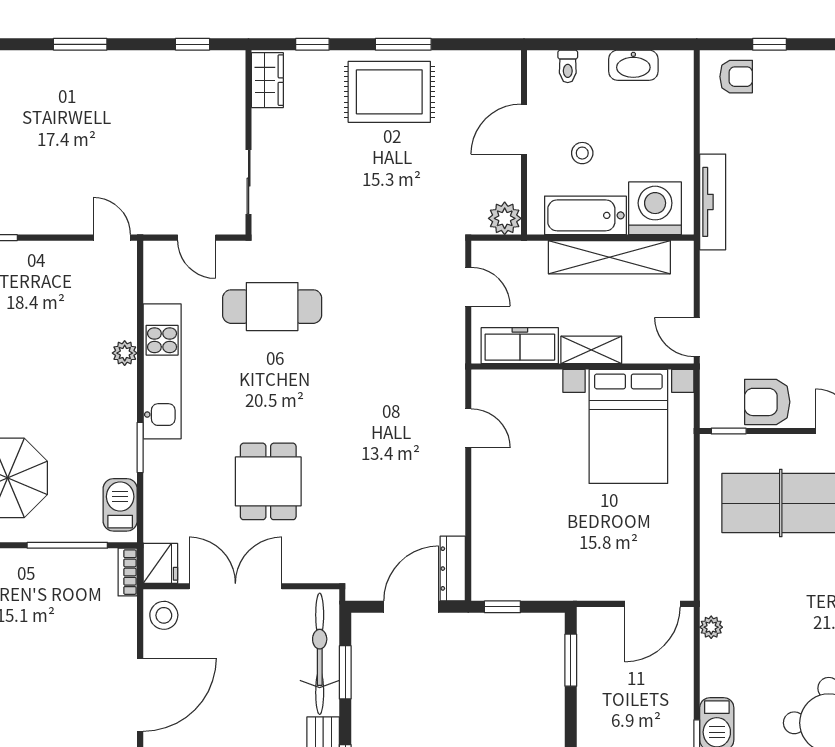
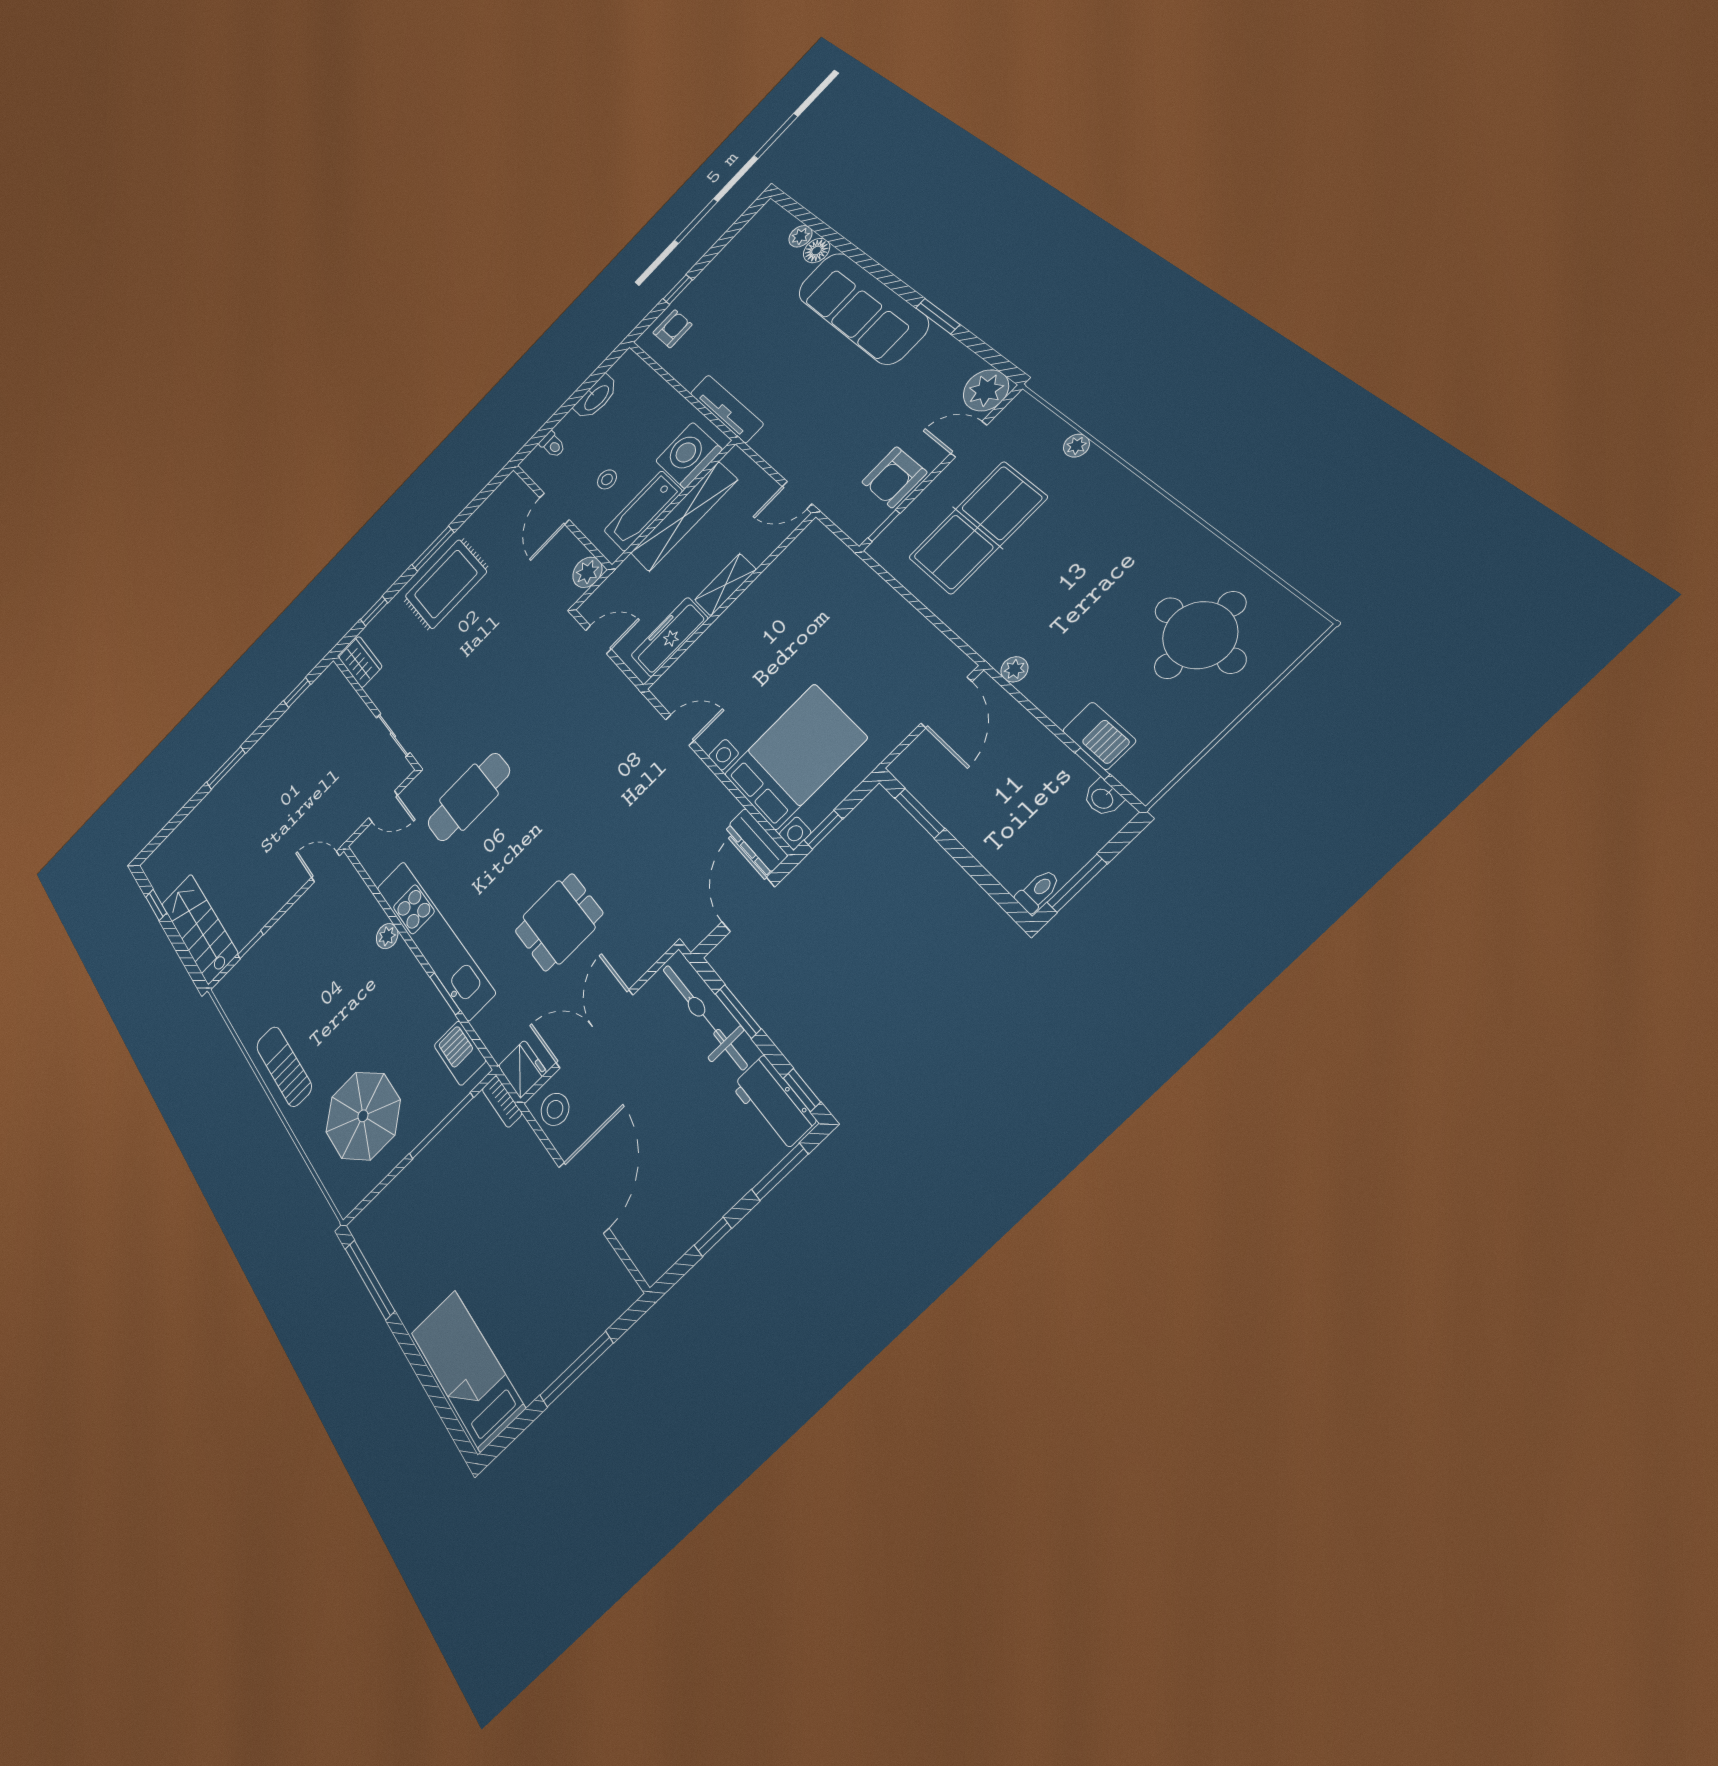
kitchen unit: (162, 371) -> (435, 939), width x1.36
bed with nightstands: (628, 426) -> (795, 756), moved, turned -90
dining table: (268, 481) -> (559, 922), turned 90

